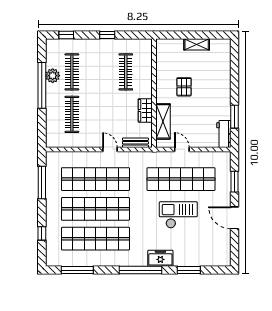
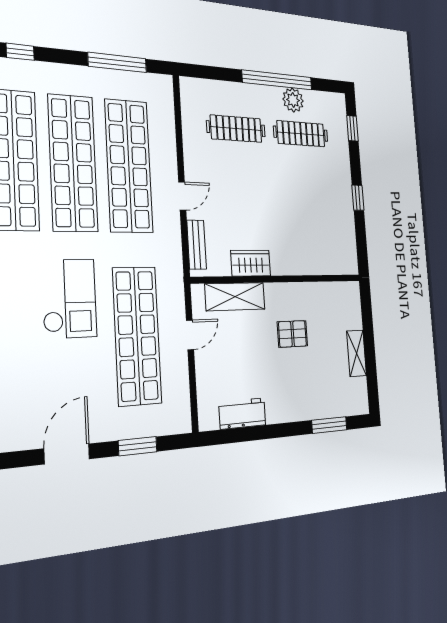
clothes rail: (126, 72) -> (308, 228), removed
window: (235, 117) -> (329, 425), moved
workbench: (224, 134) -> (242, 414), moved
checkout: (178, 215) -> (69, 299), moved

